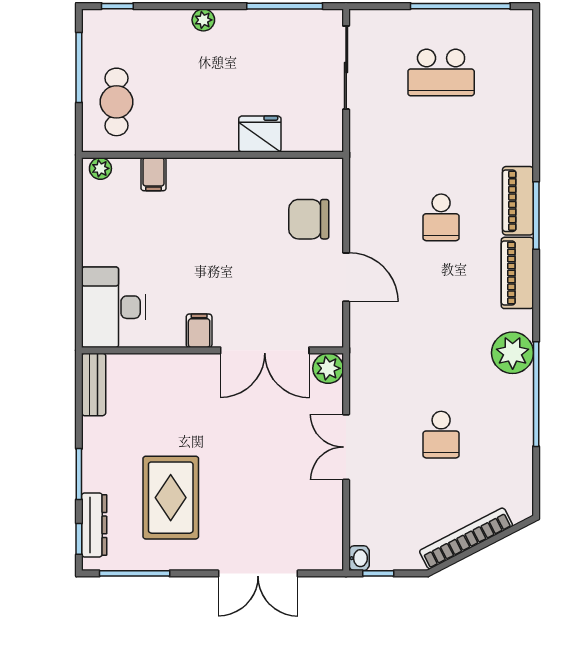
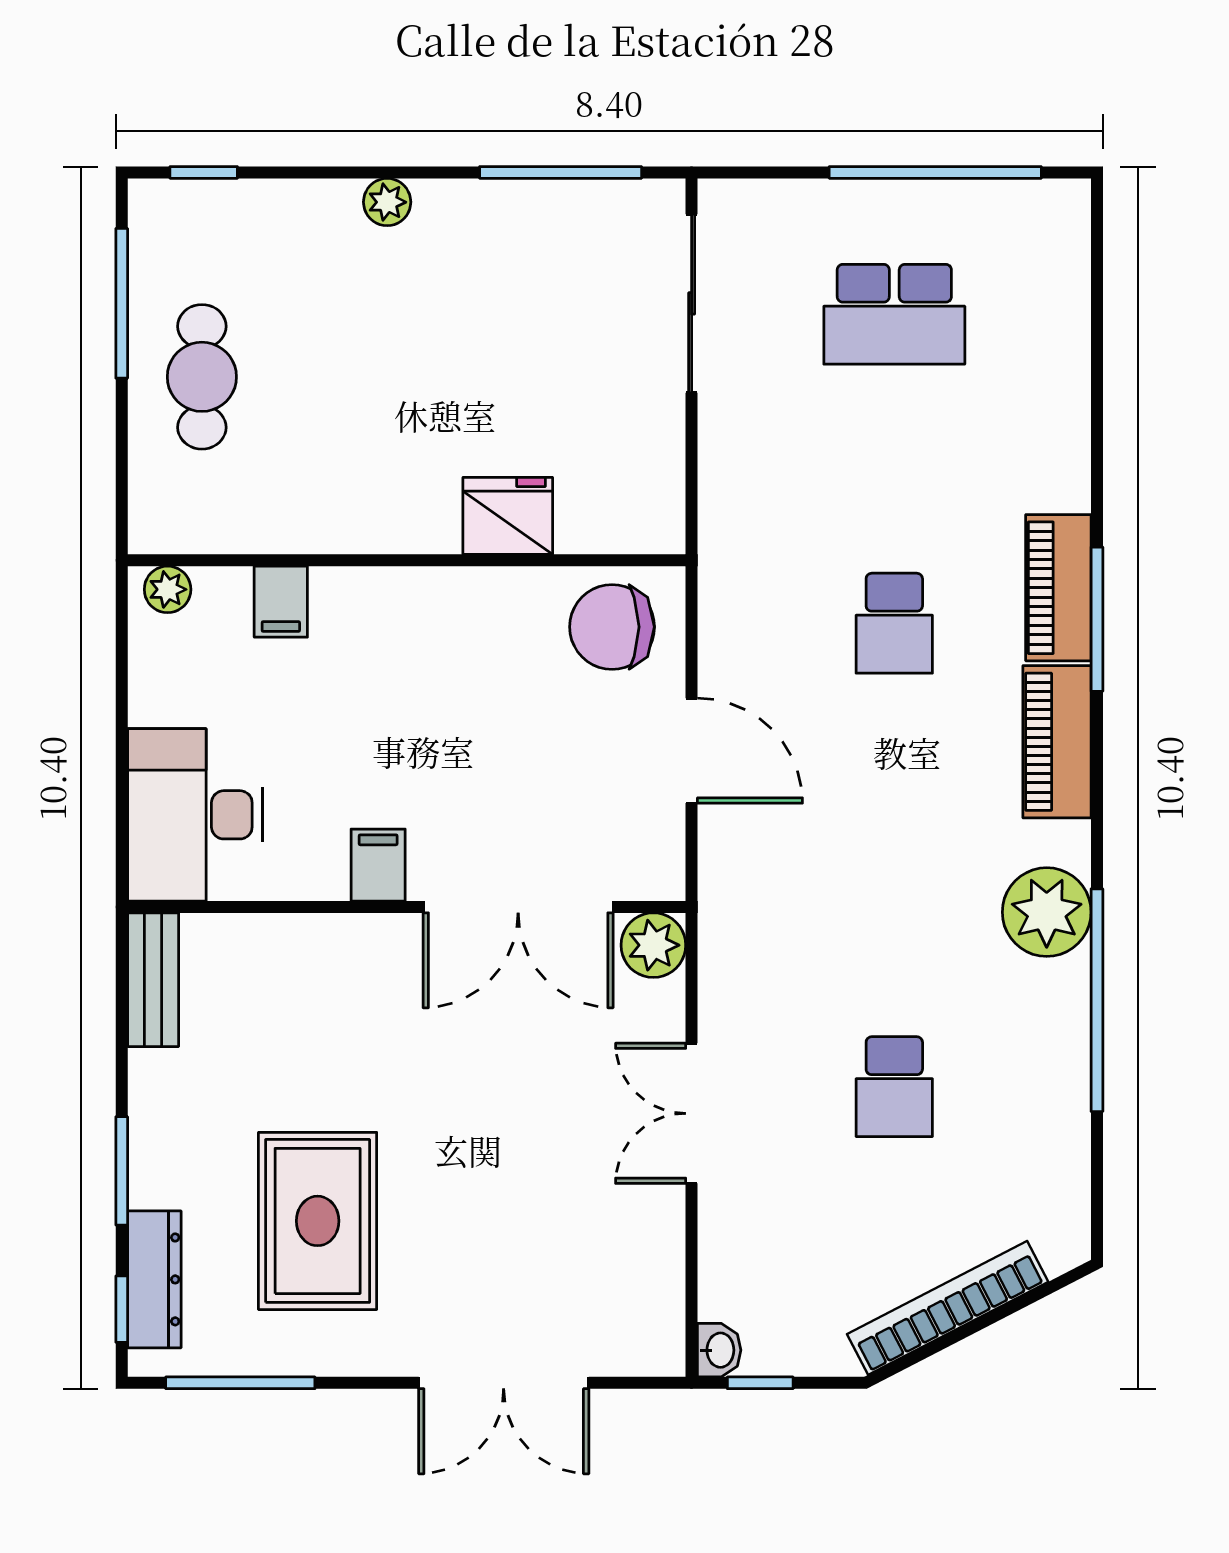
fridge: (260, 134) -> (508, 516), moved
wall: (212, 155) -> (407, 560), moved
plant: (100, 168) -> (168, 589), moved
filing cabinet: (154, 174) -> (281, 602), moved

